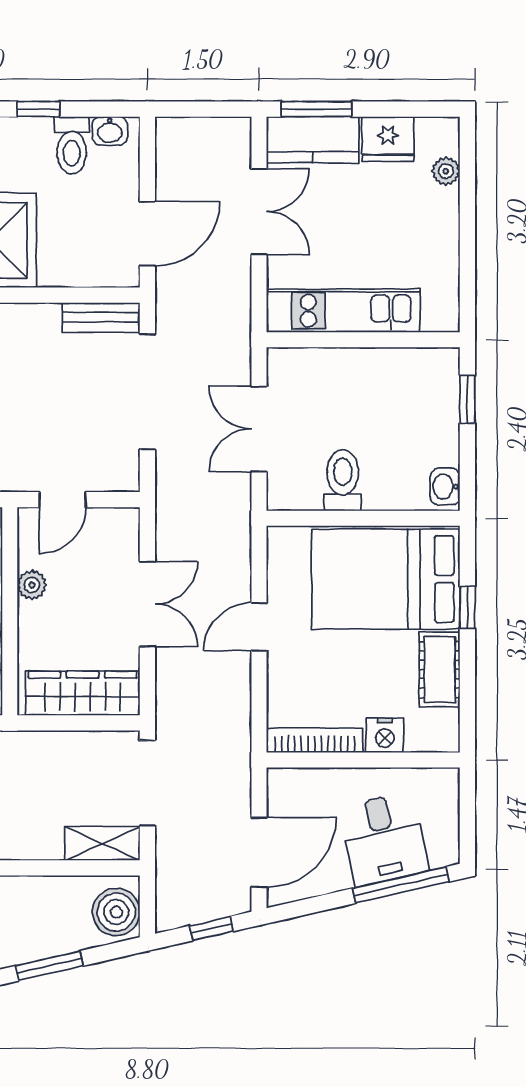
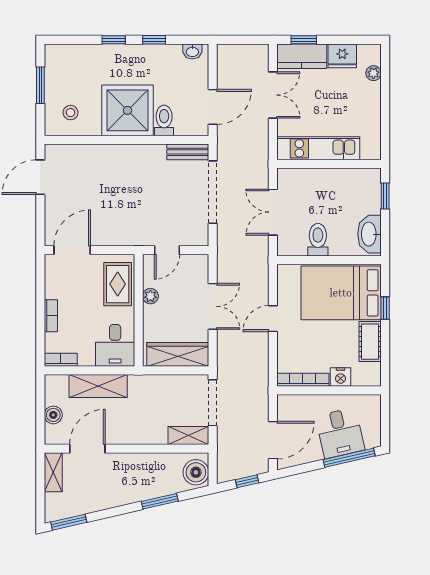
window: (316, 109) -> (304, 40), width x0.67
toilet: (72, 145) -> (164, 120), moved, turned 180
washbasin: (445, 487) -> (369, 234), width x1.91, depth x1.45

